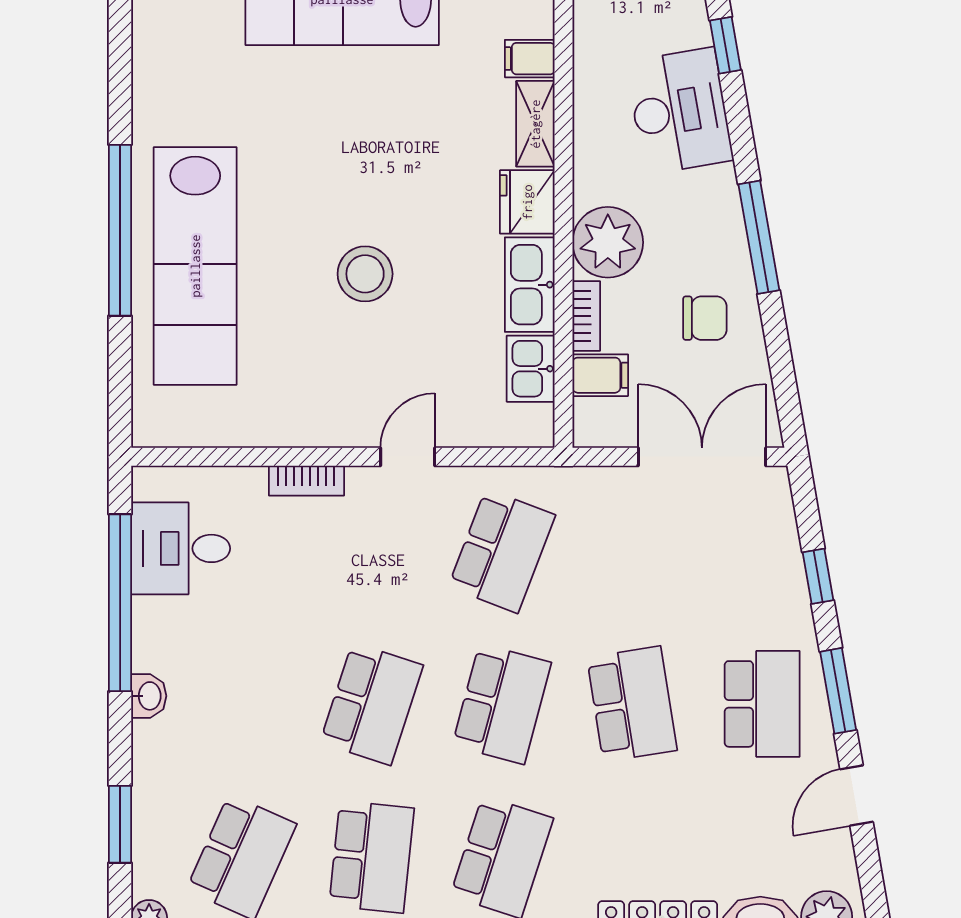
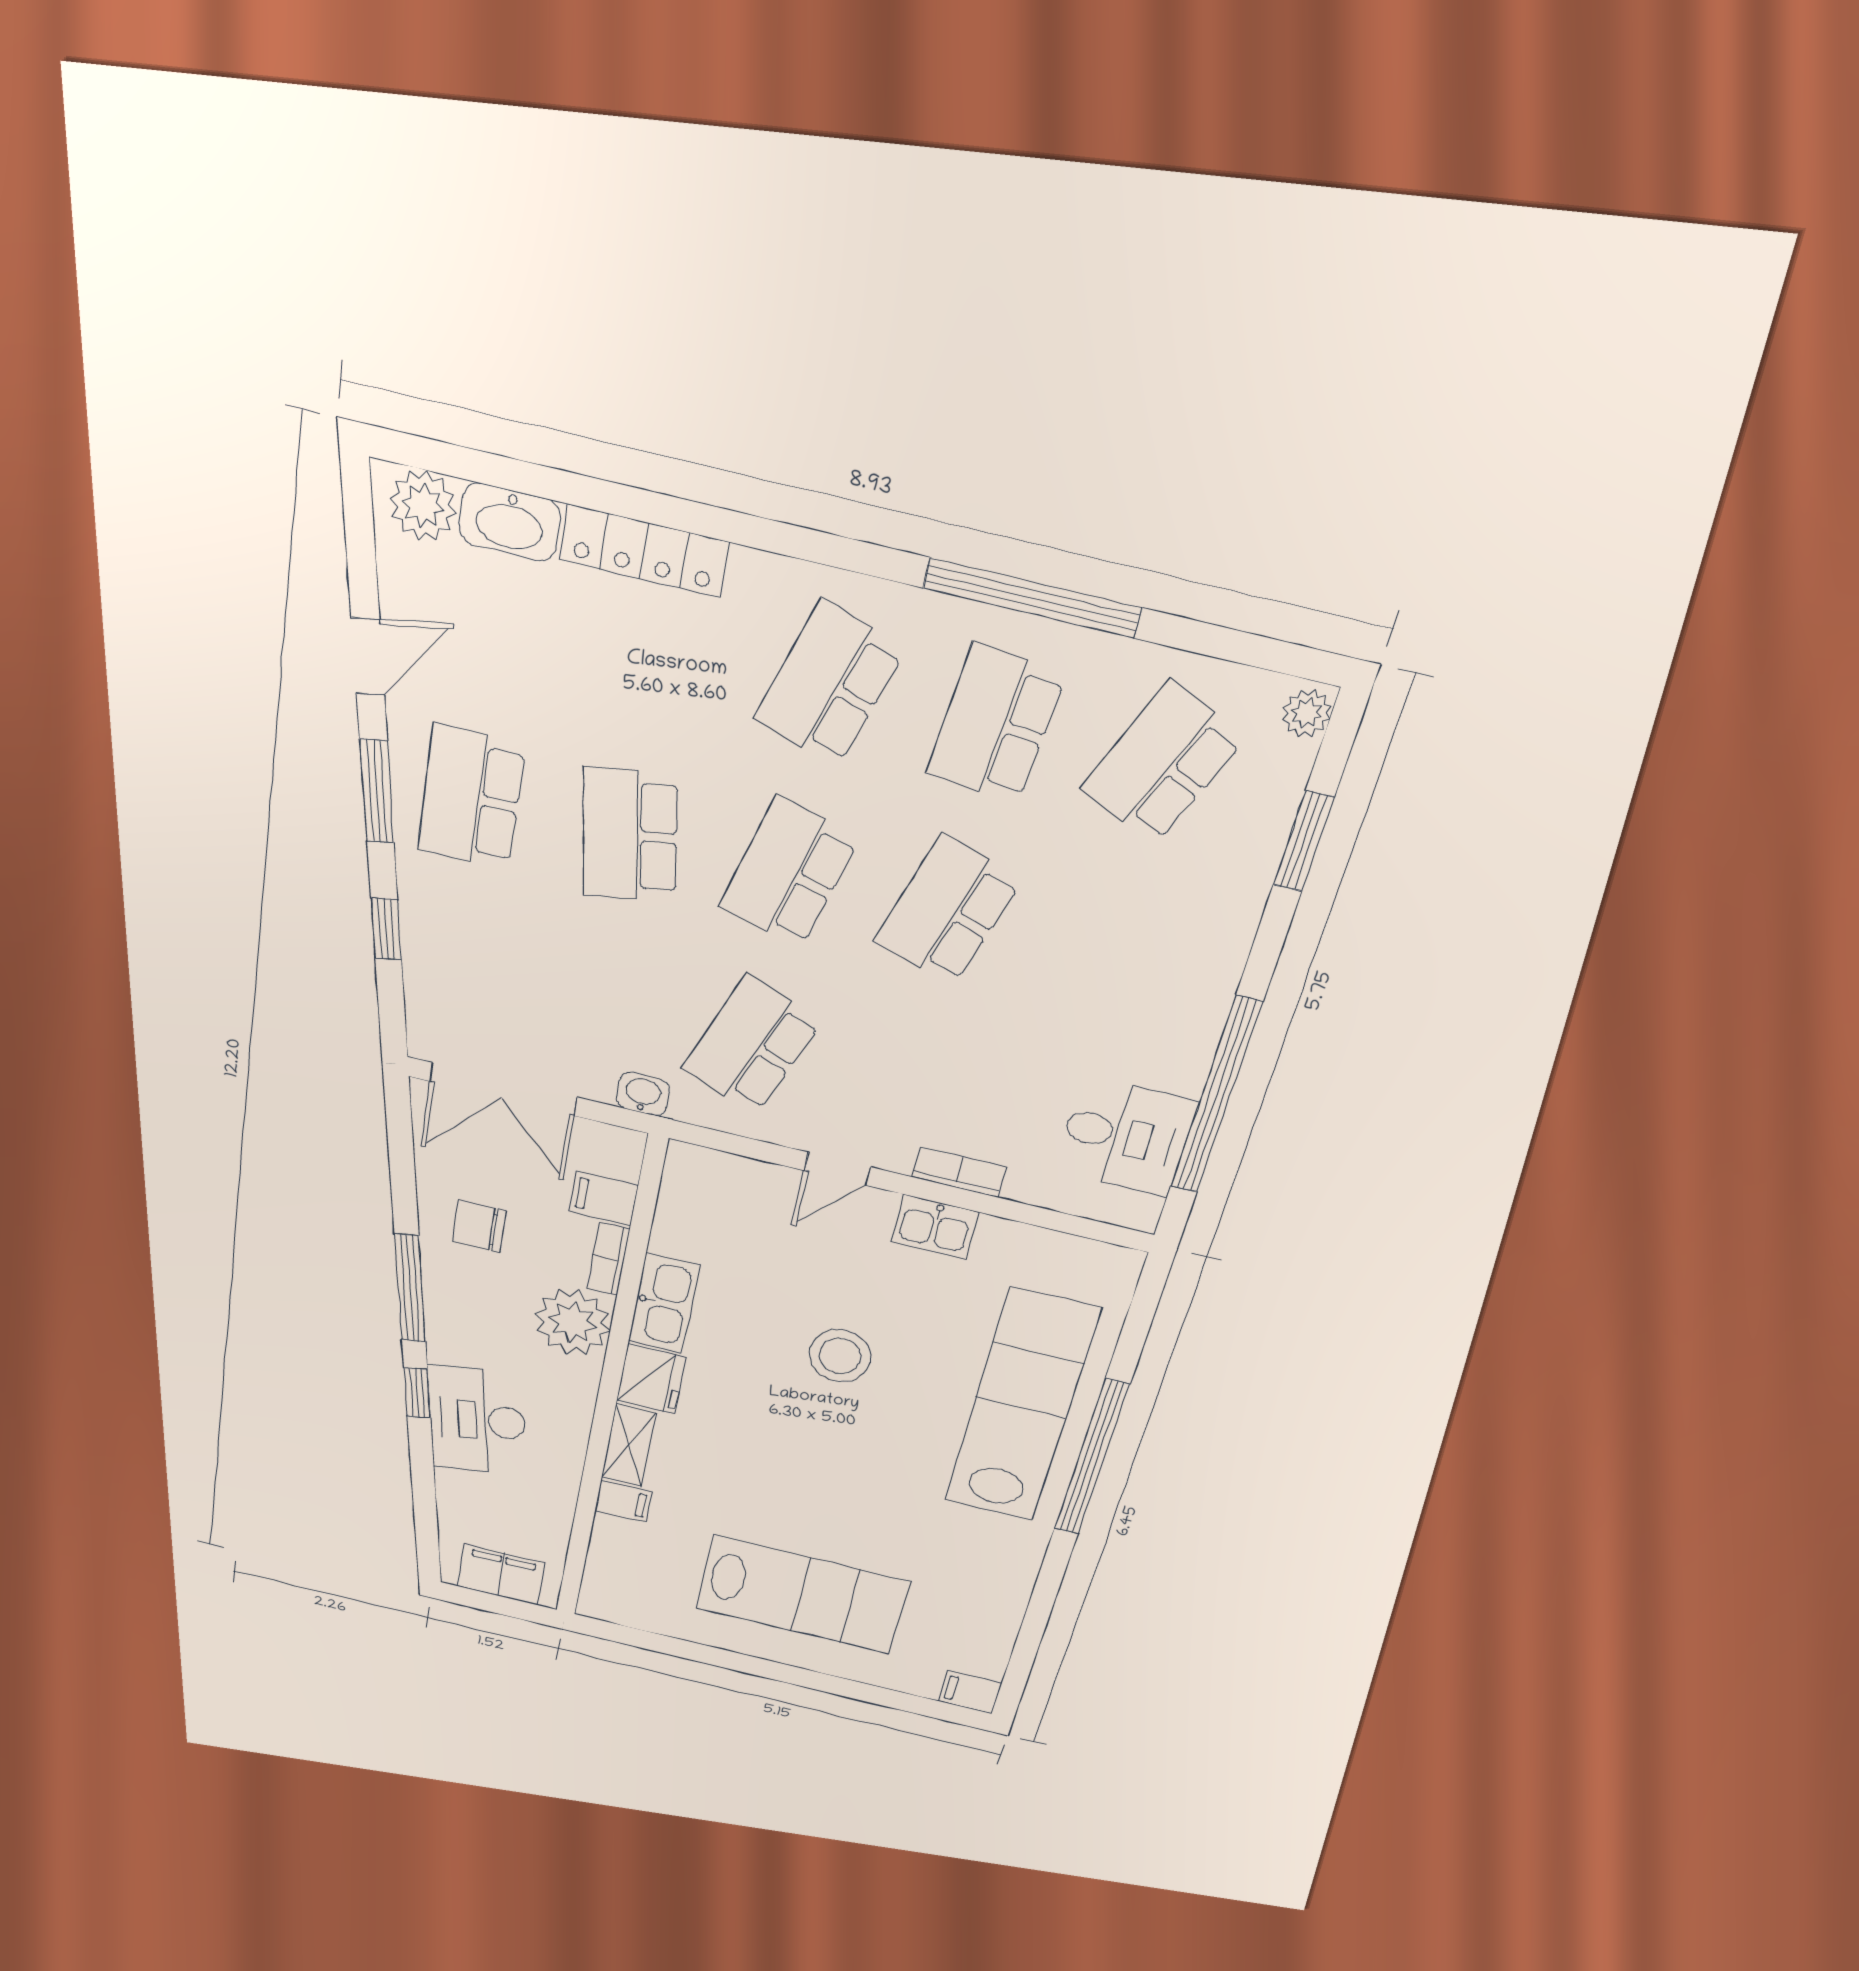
window: (725, 45) -> (417, 1393), moved
kitchen sink: (531, 369) -> (935, 1227), moved, turned 90
washbasin: (149, 696) -> (643, 1094), moved, turned 90

